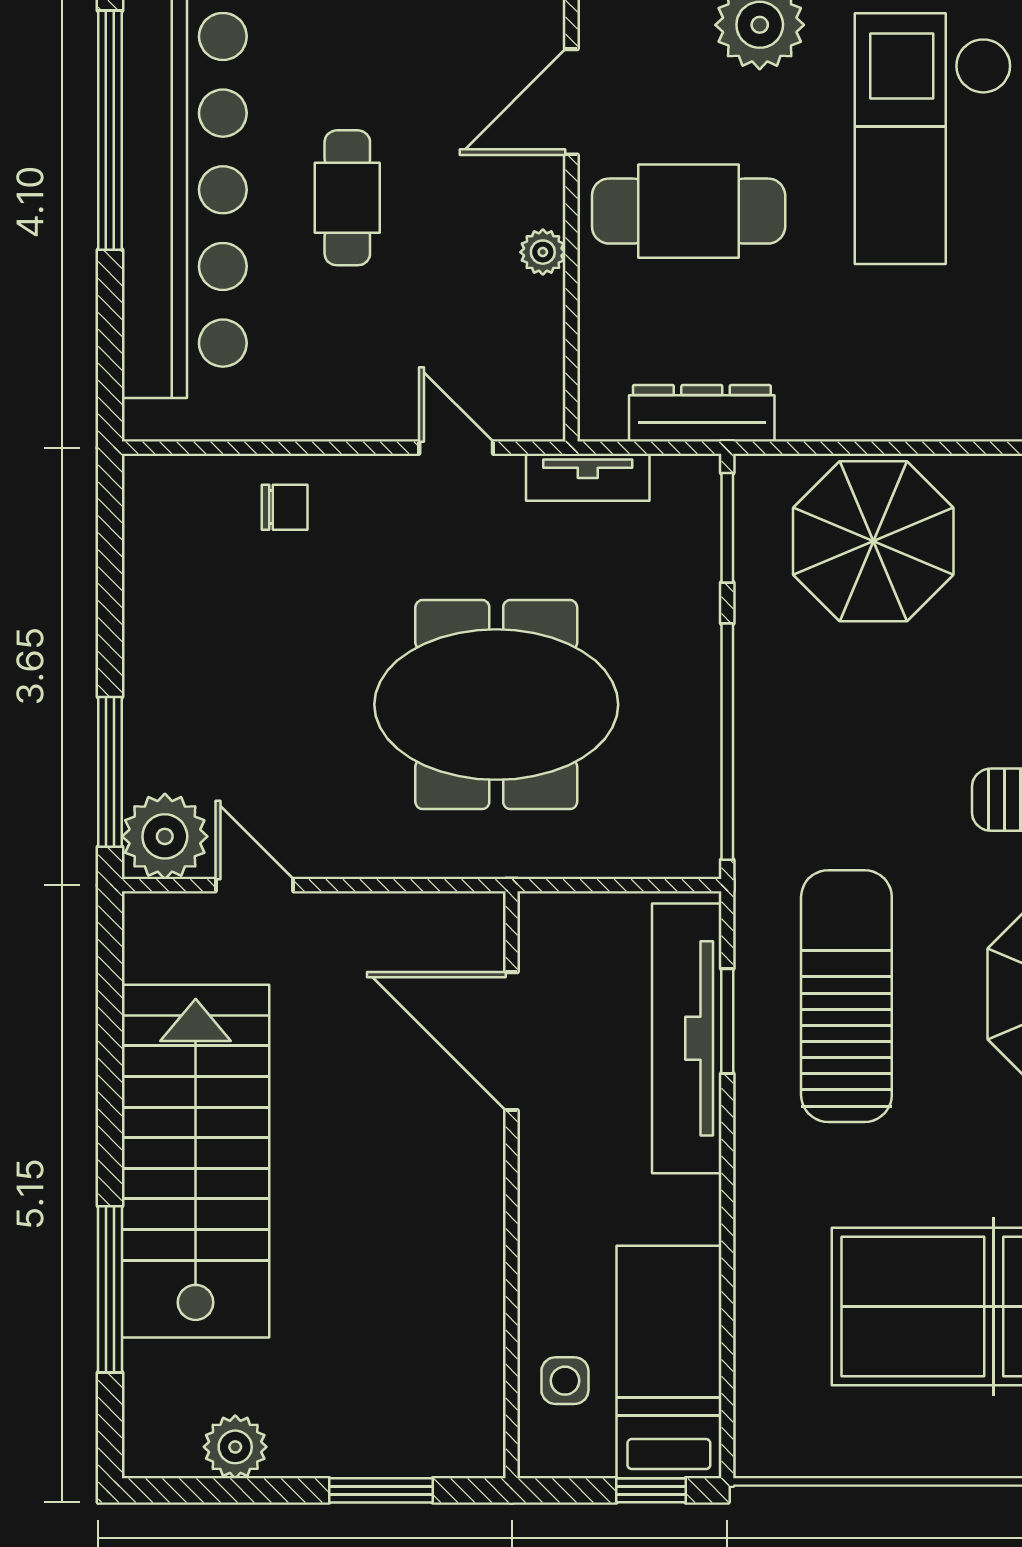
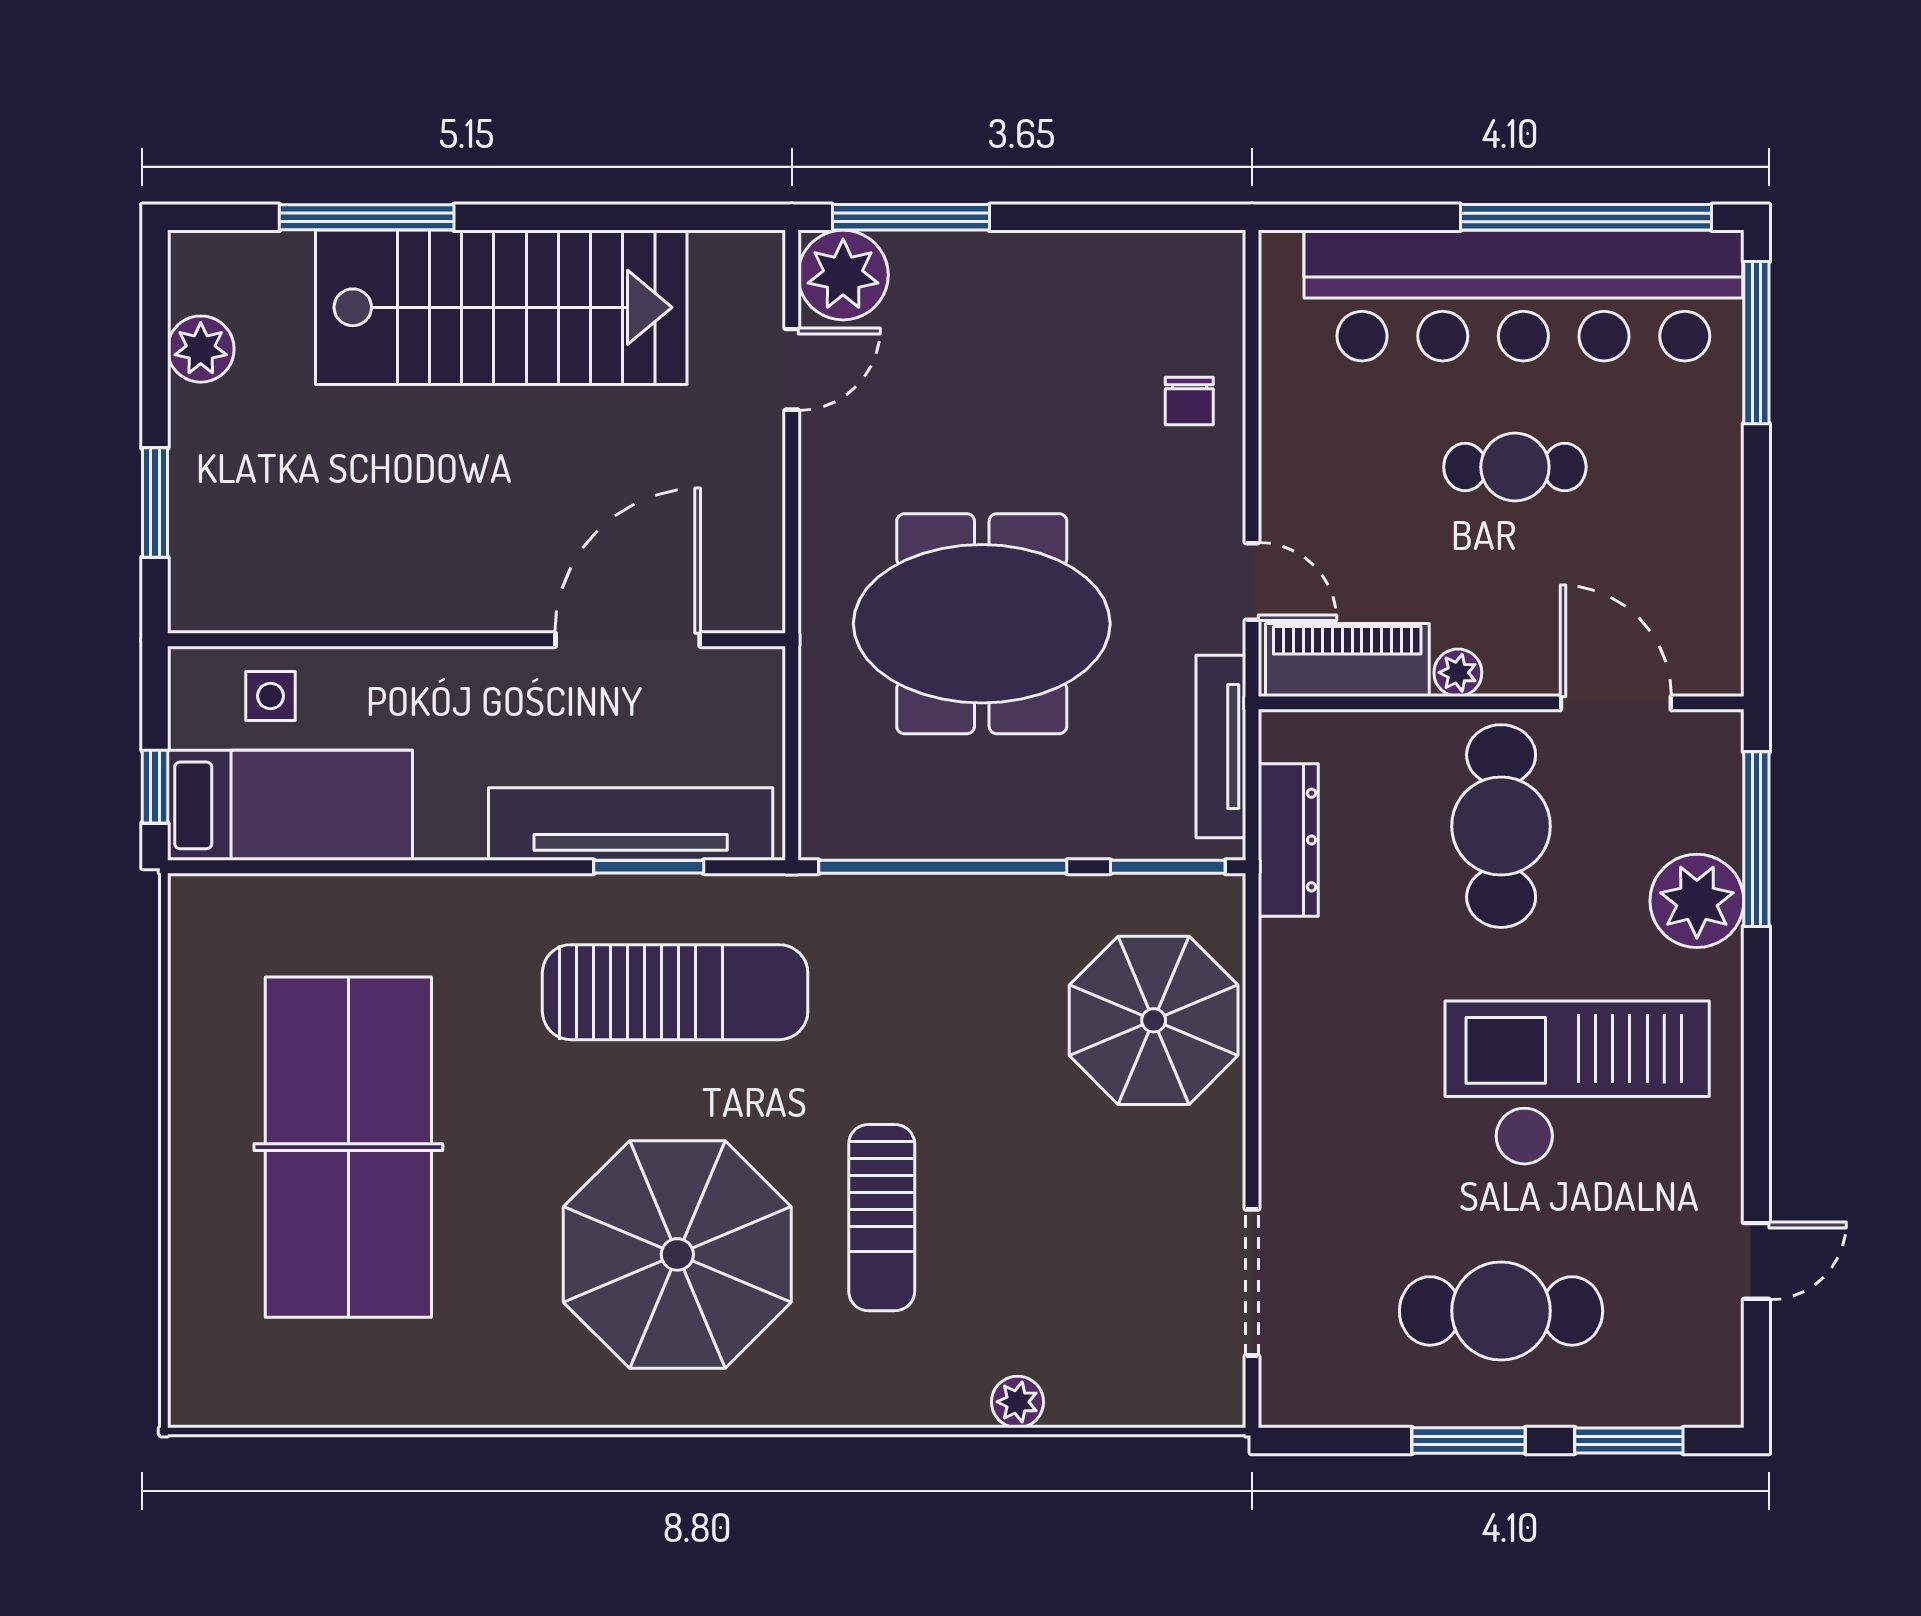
piano: (531, 357) -> (1347, 660), added
door: (456, 448) -> (1252, 581), hinge flipped
tv unit: (588, 477) -> (1221, 747), width x1.41
meeting table: (496, 705) -> (982, 624), turned 90

